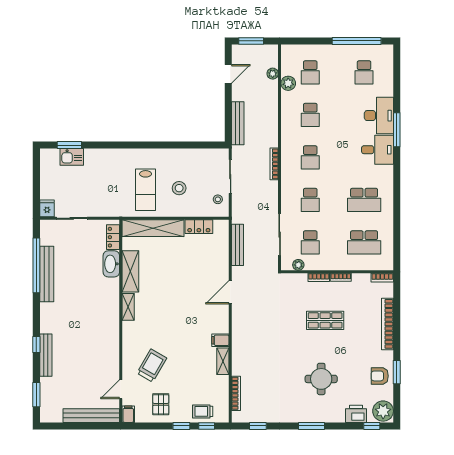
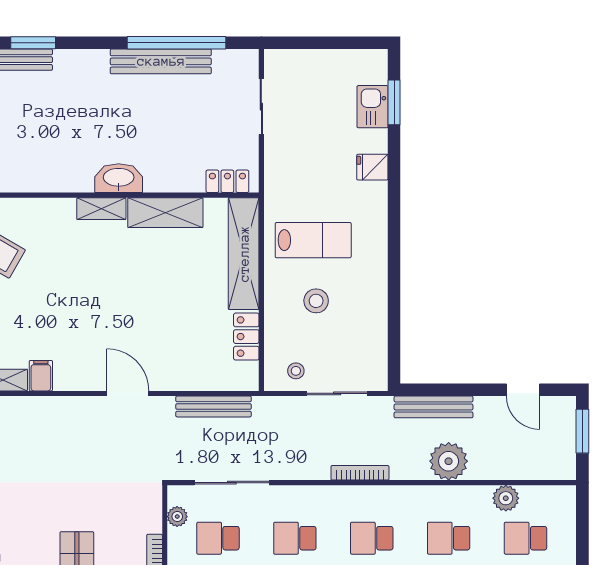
plant: (273, 74) -> (449, 461), moved, width x1.88, depth x1.88
lab bench: (146, 190) -> (313, 240), turned 180
fridge: (47, 208) -> (372, 167), moved, turned 180
washbasin: (111, 264) -> (119, 178), moved
window: (36, 345) -> (33, 43), width x1.50

